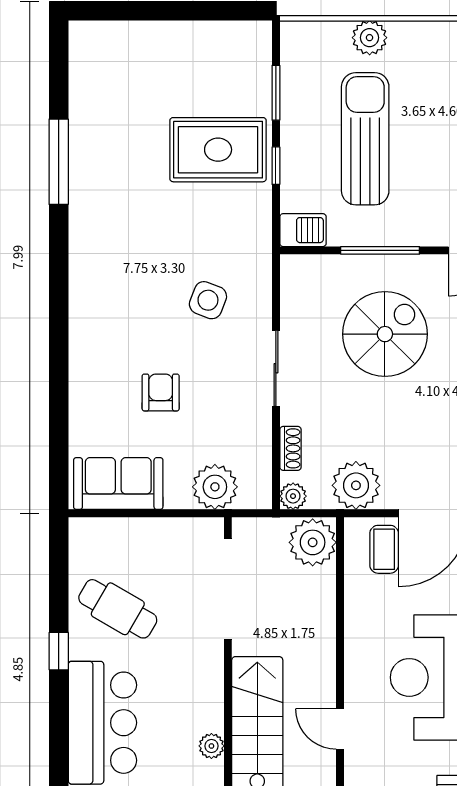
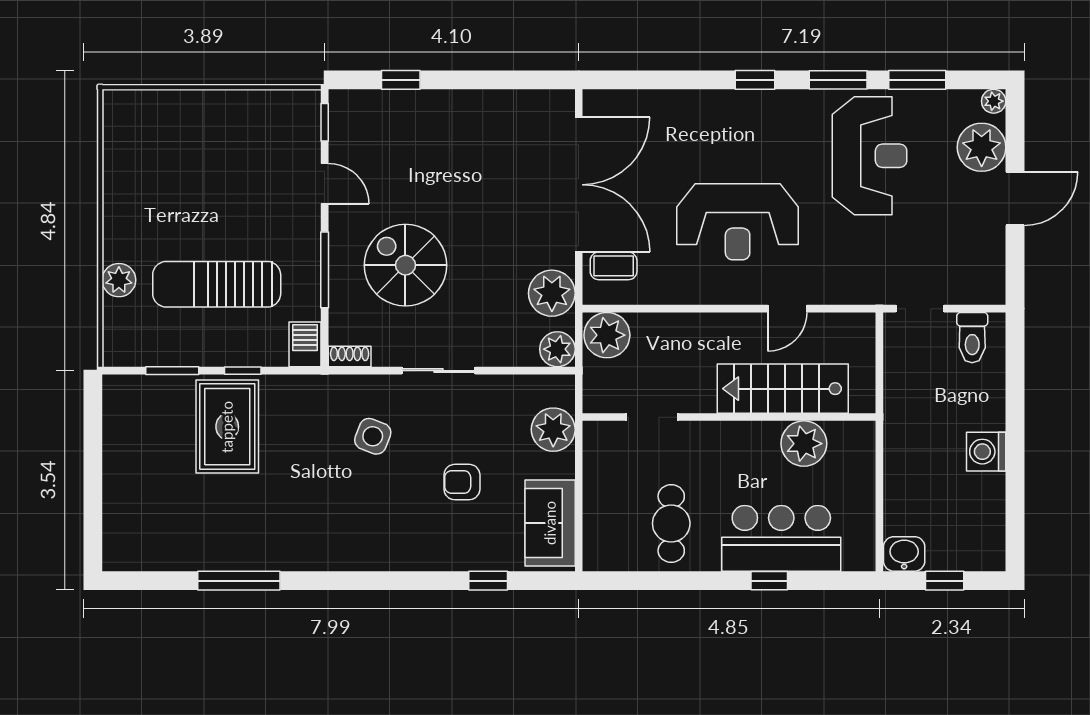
window: (59, 419) -> (488, 581), added
shoe rack: (290, 448) -> (350, 356), moved
plant: (293, 496) -> (557, 349), width x1.38, depth x1.38
doorway: (228, 589) -> (652, 417), width x0.53
cafe table: (118, 609) -> (671, 523), turned -30
window: (59, 651) -> (769, 581), moved
plant: (211, 746) -> (804, 444), width x1.88, depth x1.88

